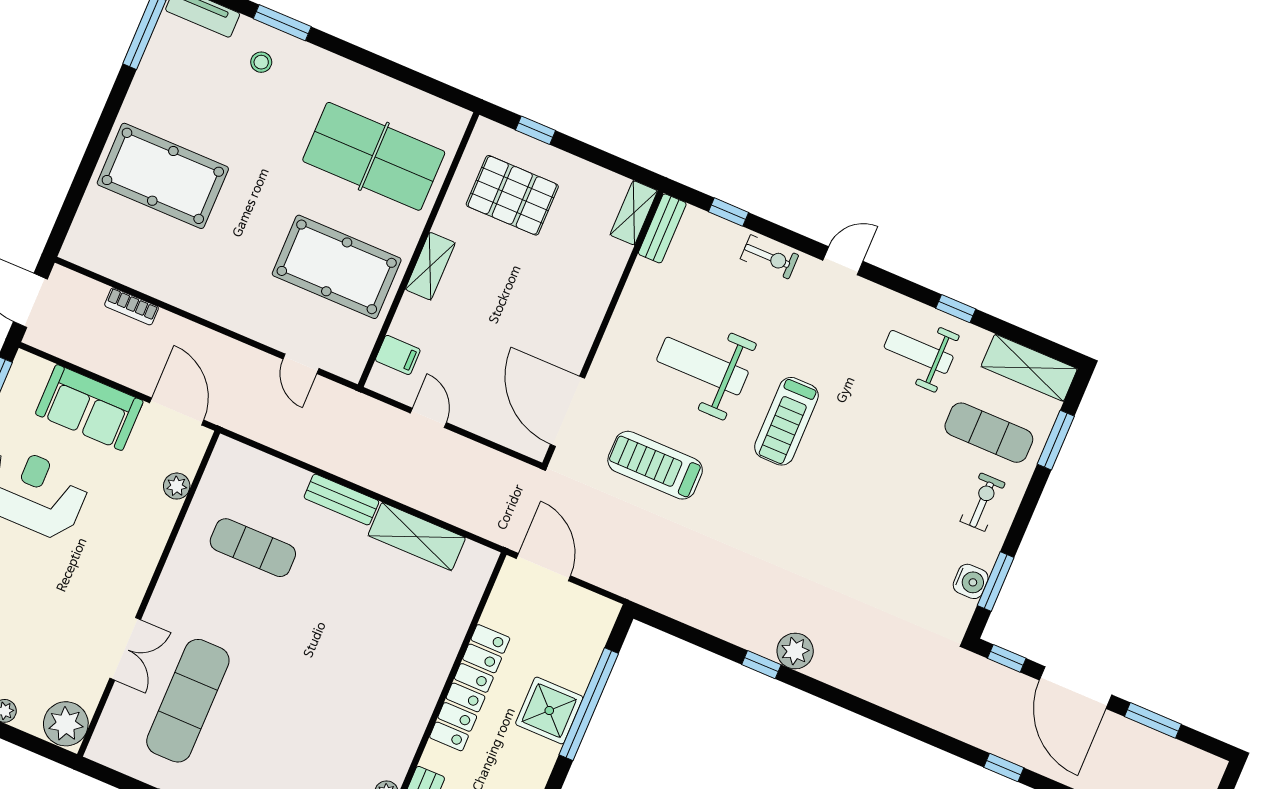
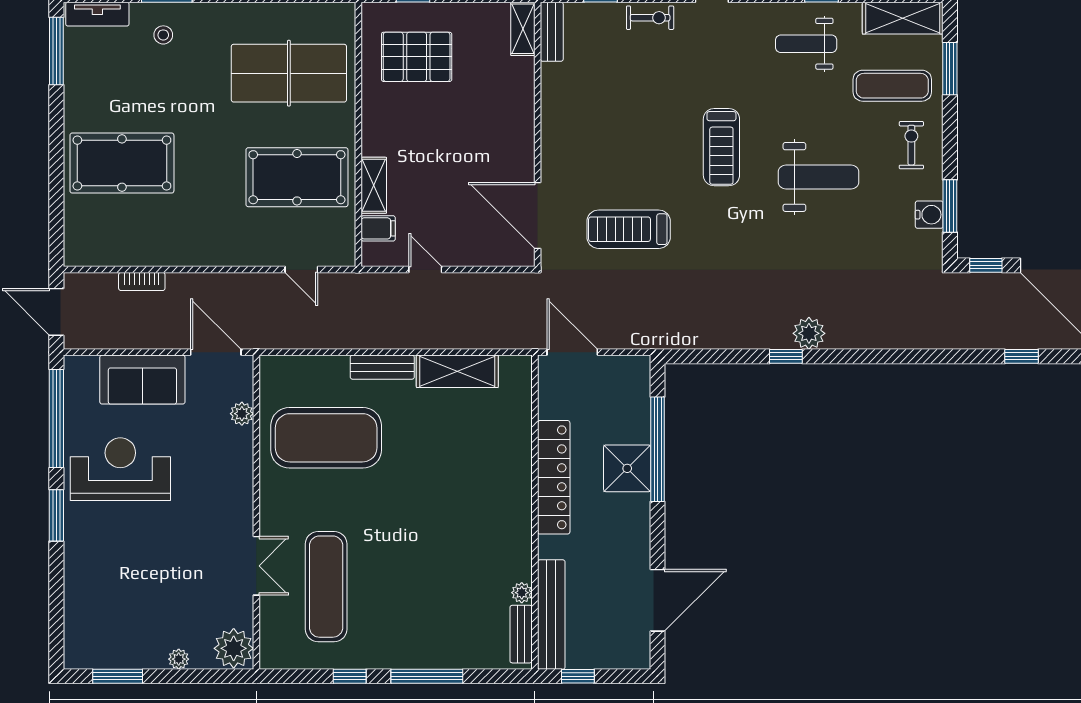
shelving: (430, 266) -> (374, 185), moved
weight bench: (703, 366) -> (818, 177), moved, turned 180
exercise mat: (253, 548) -> (326, 438), width x2.00, depth x1.45

